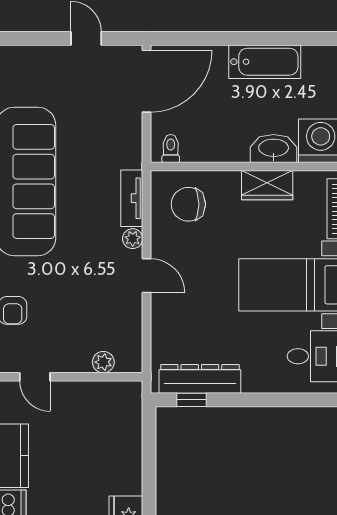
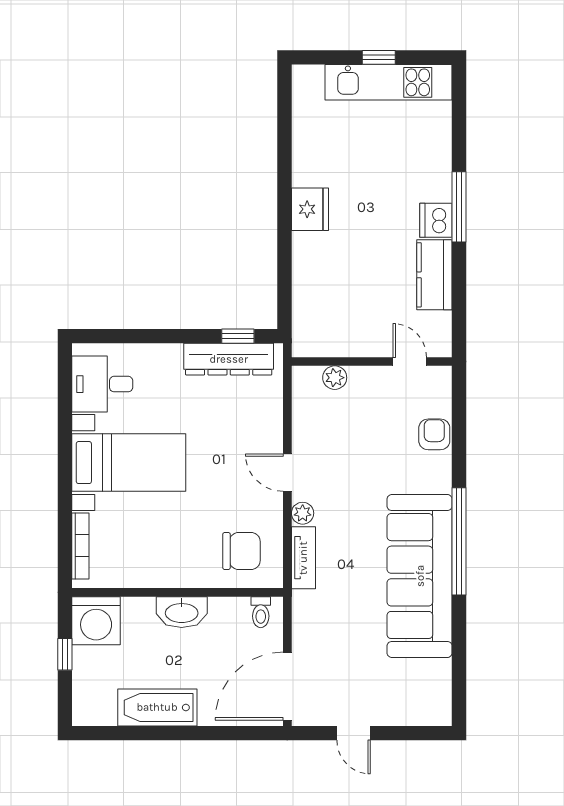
washbasin: (274, 149) -> (182, 612), moved
wardrobe: (267, 185) -> (155, 572), removed

